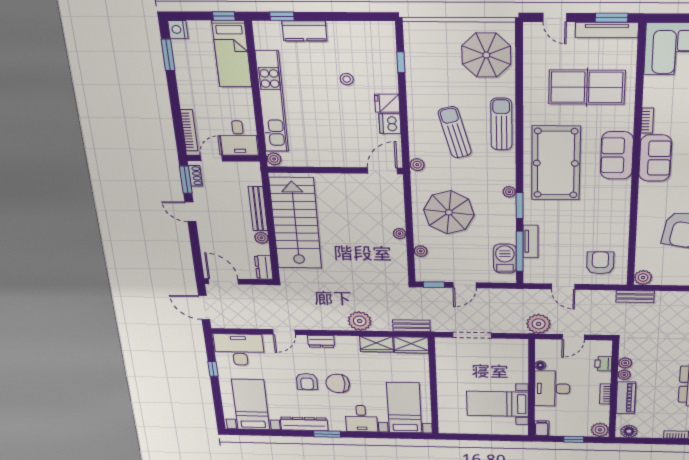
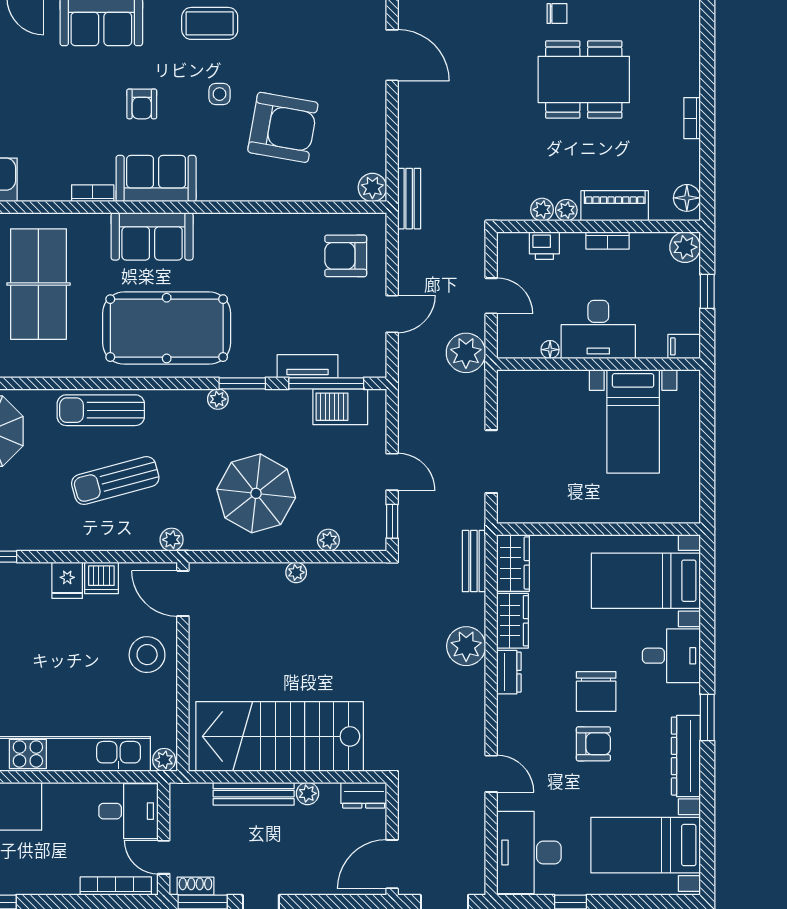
stool: (347, 79) -> (147, 655), moved, width x1.89, depth x1.89
dresser: (321, 341) -> (509, 672), moved

